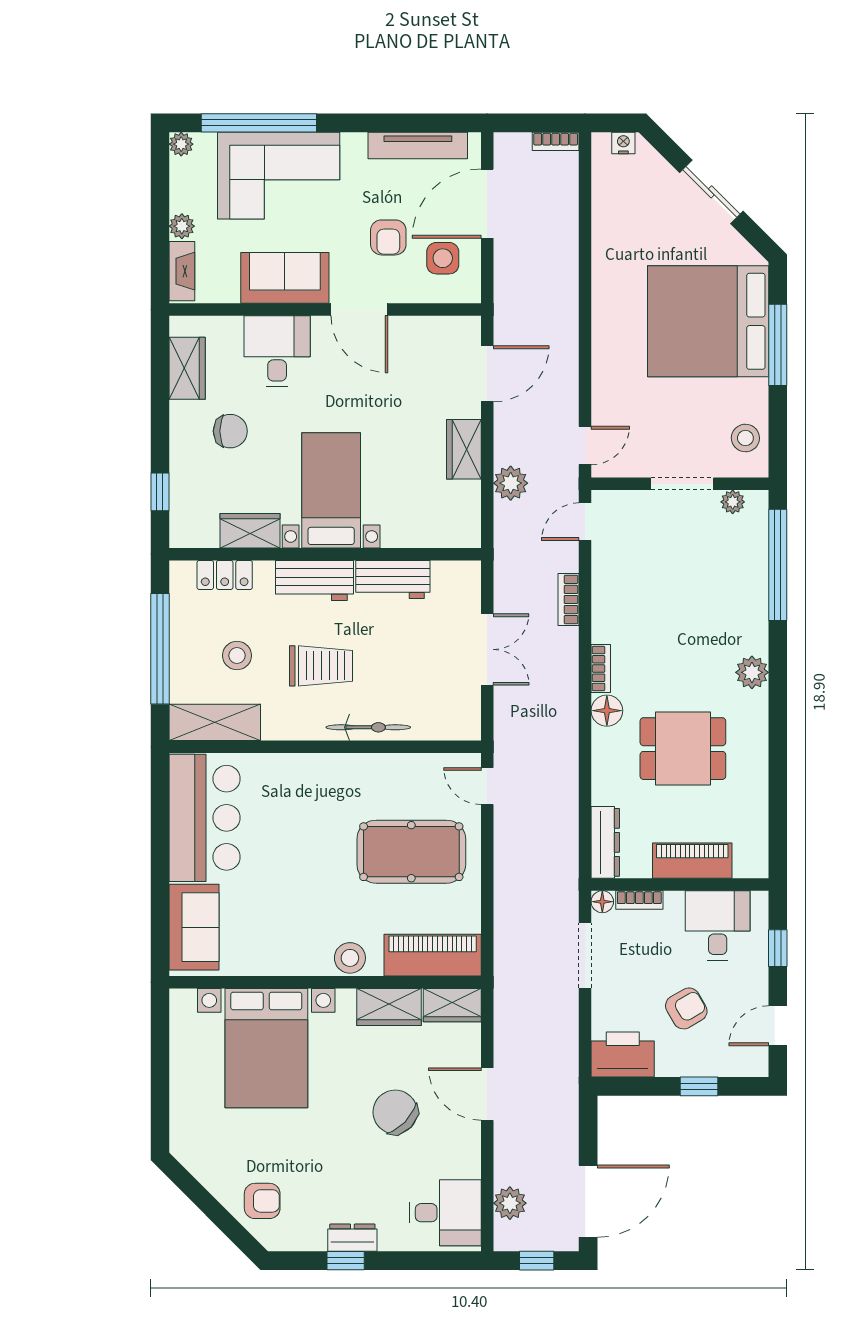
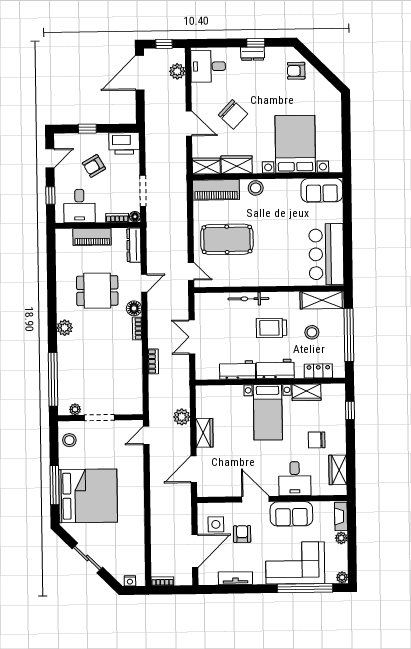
tv unit: (418, 146) -> (235, 578), width x0.71
door: (585, 522) -> (144, 283), moved
sofa: (194, 927) -> (322, 190), moved, turned -90

